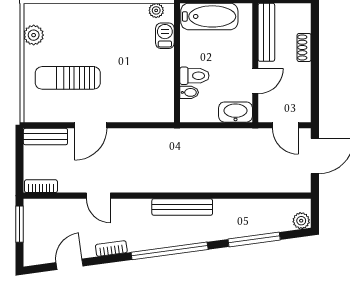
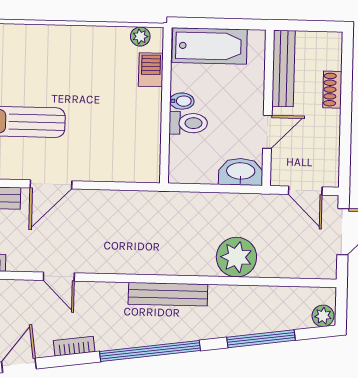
bidet: (189, 92) -> (182, 101), moved
plant: (234, 177) -> (236, 257), added

